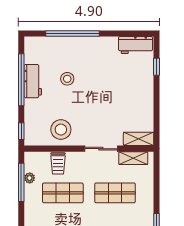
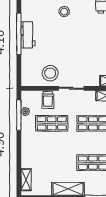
stool: (67, 79) -> (64, 12), moved
window: (21, 131) -> (19, 75), removed
sliding door: (101, 149) -> (71, 88), moved

